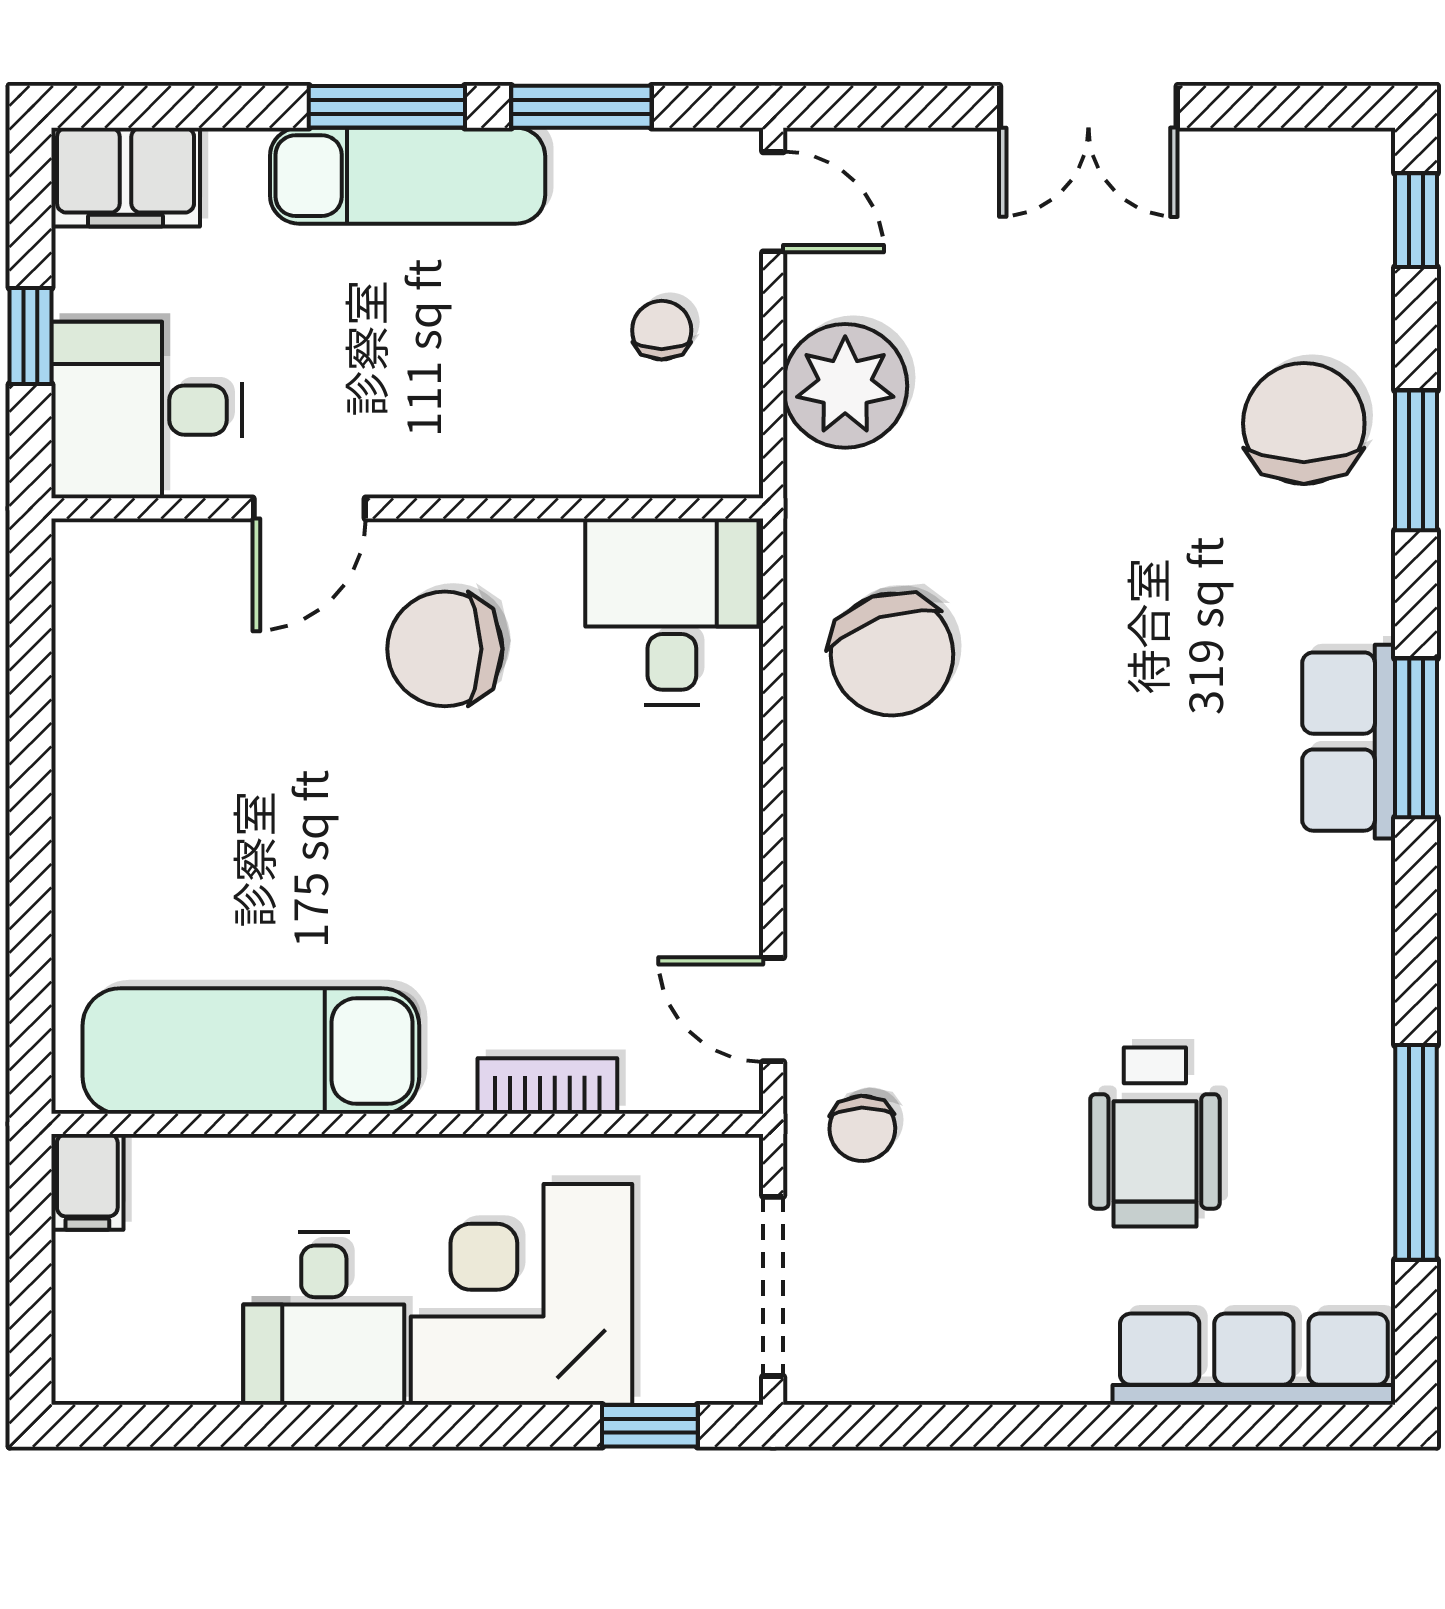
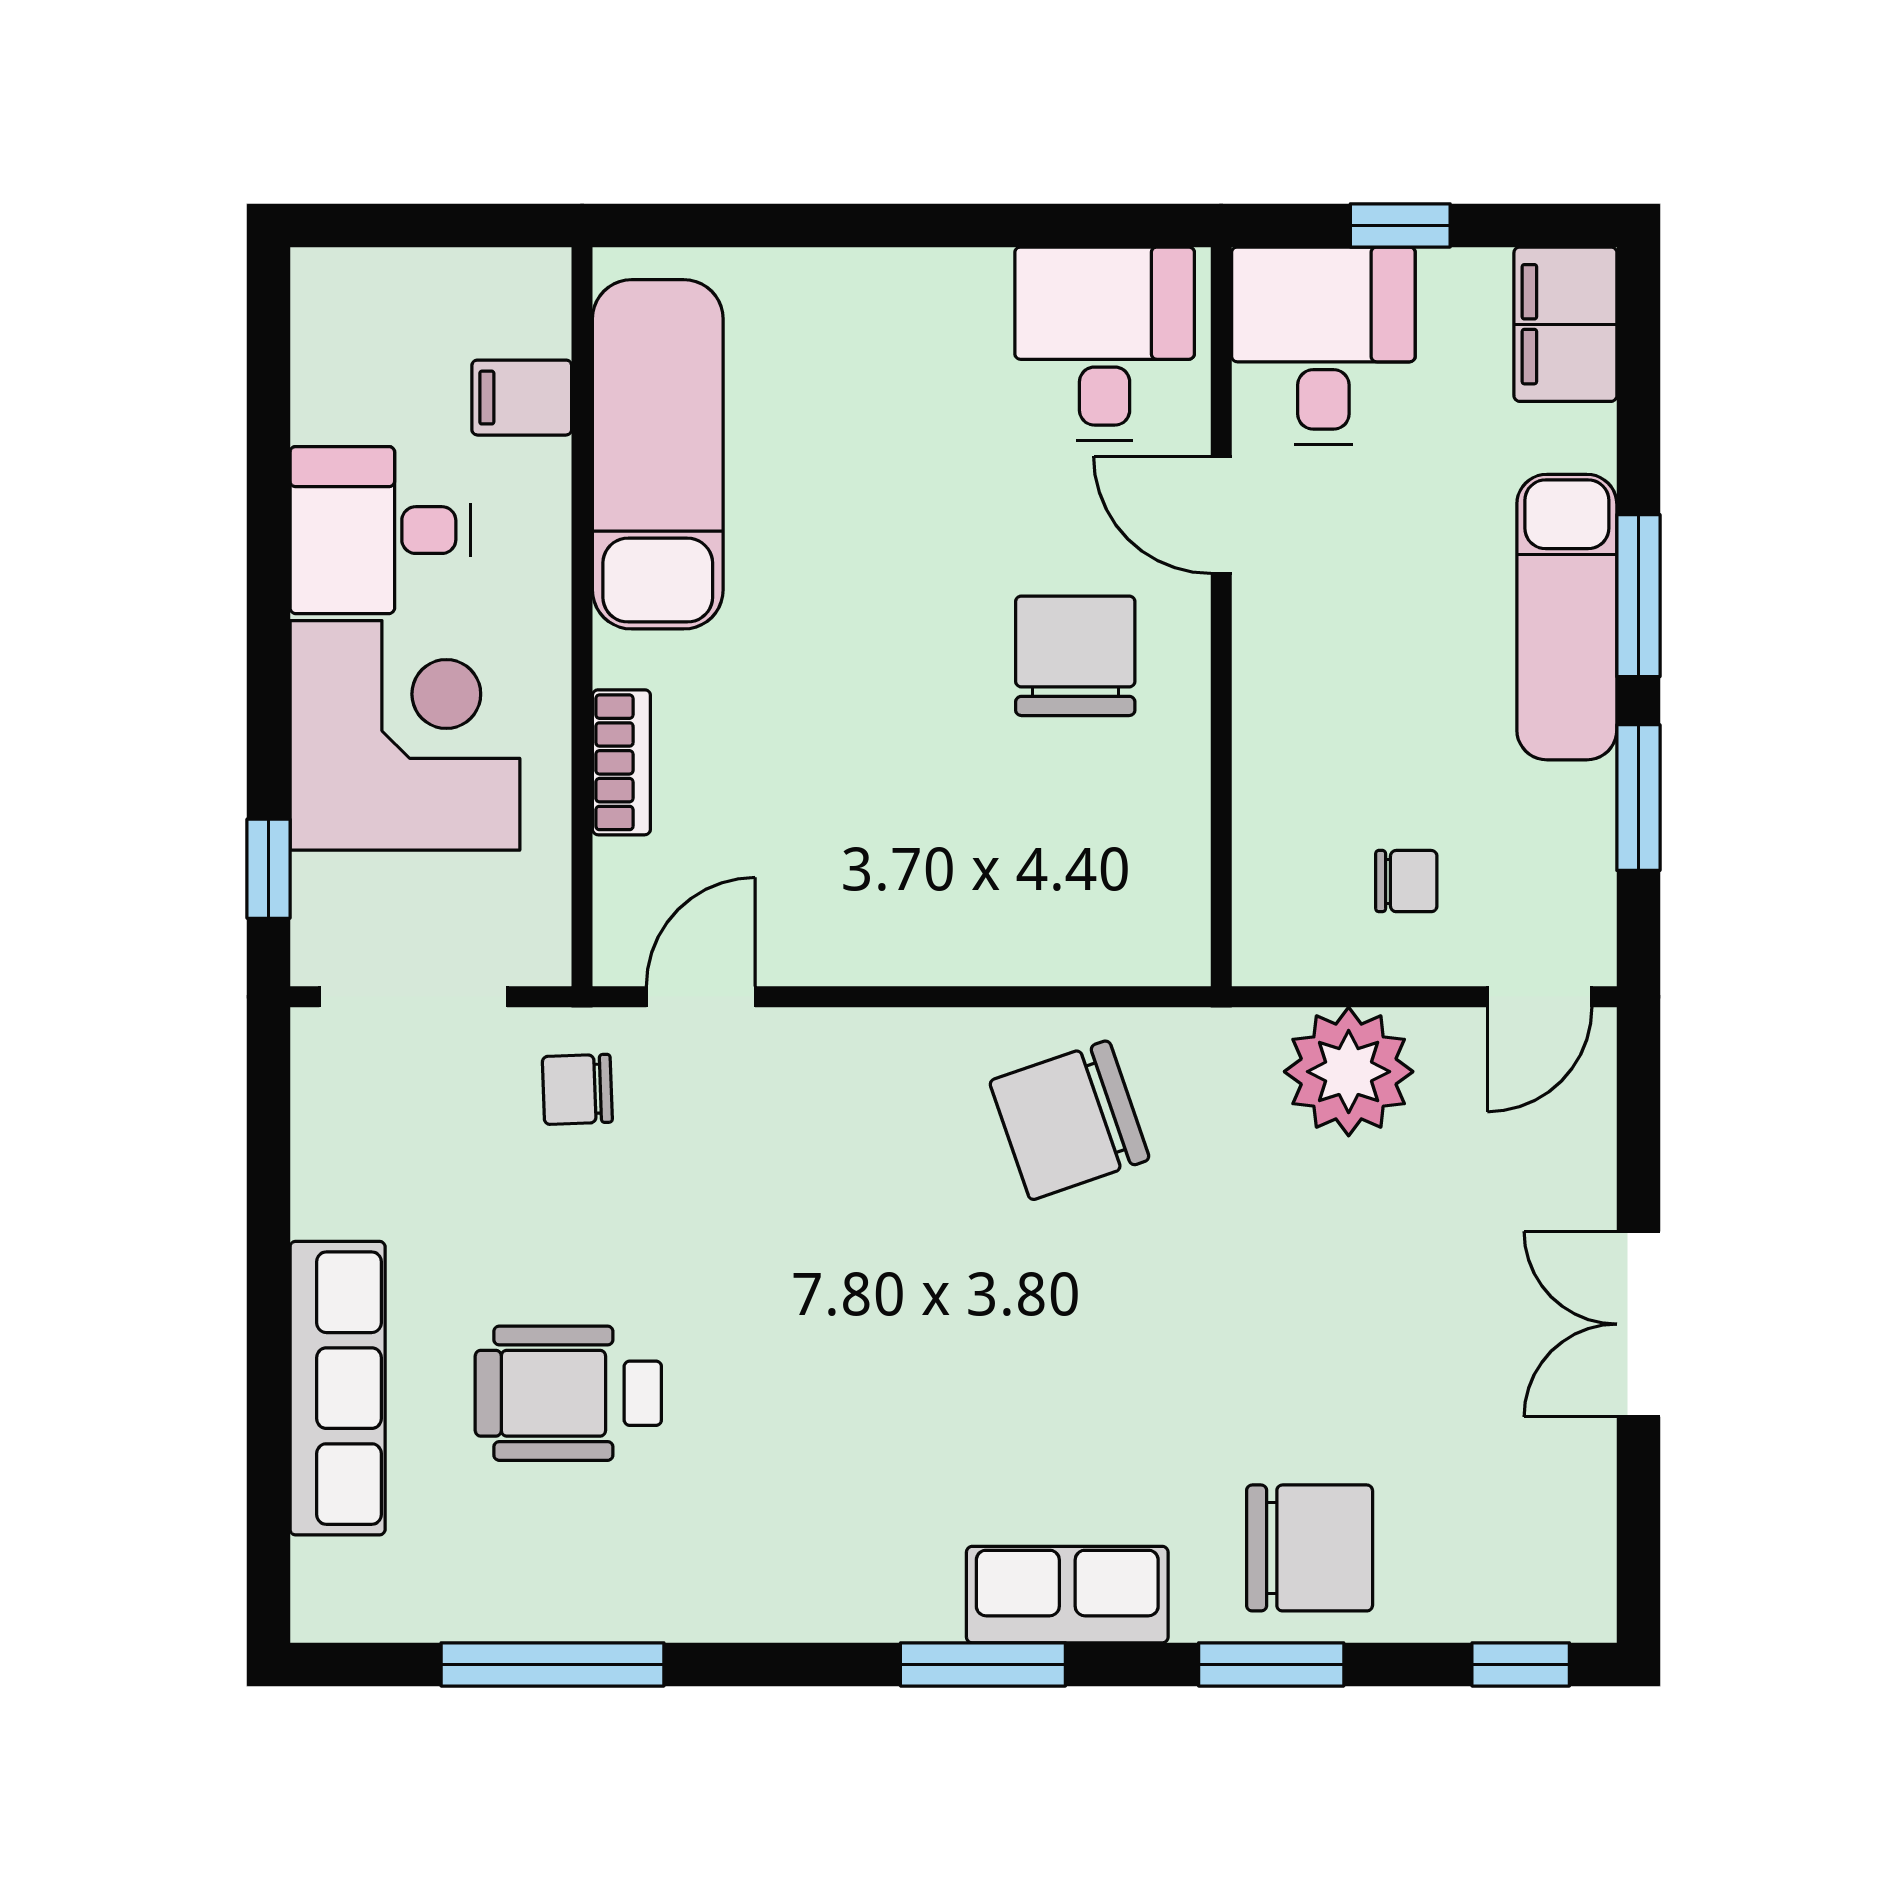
desk: (672, 612) -> (1105, 344), moved, turned -90
row of seats: (1349, 742) -> (1067, 1595), moved
filing cabinet: (87, 1182) -> (522, 398), moved
row of seats: (1254, 1359) -> (338, 1388), moved

